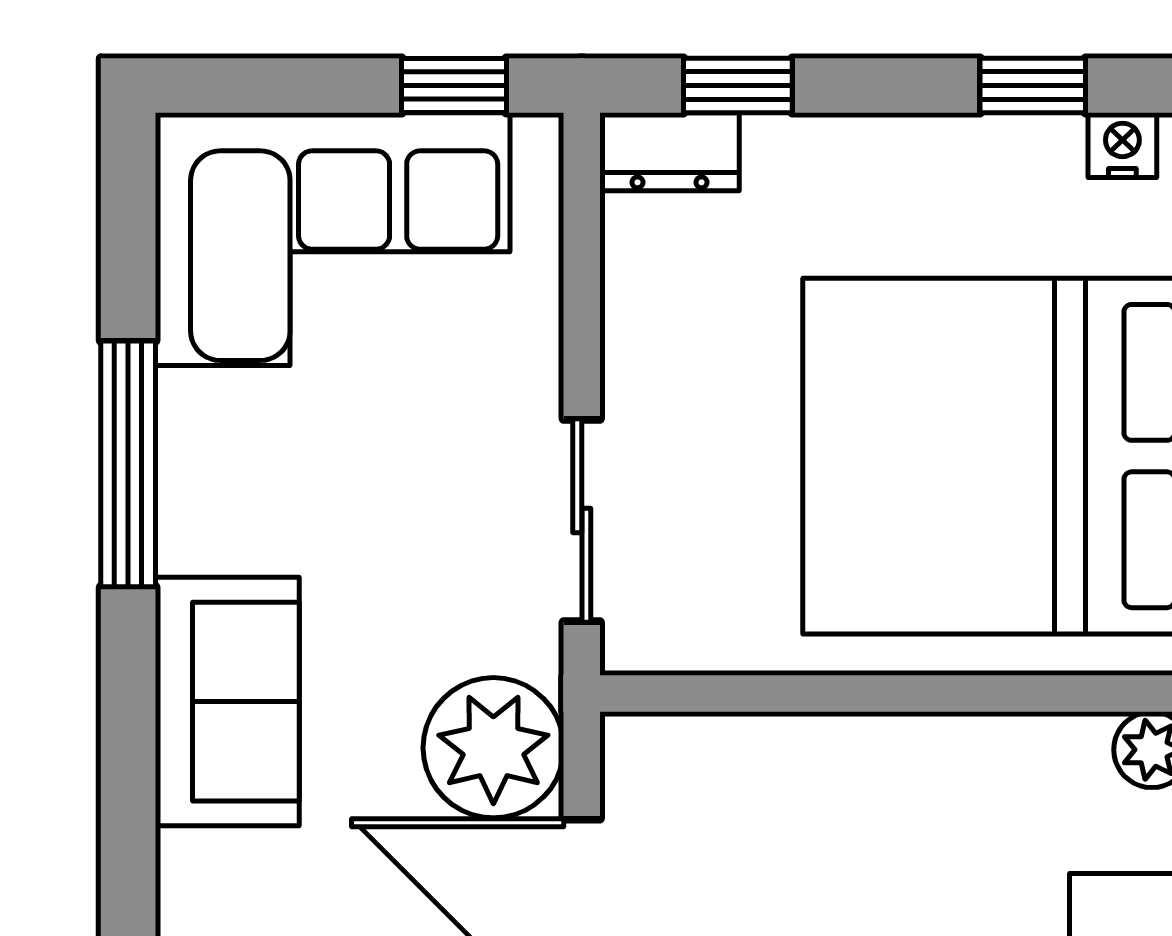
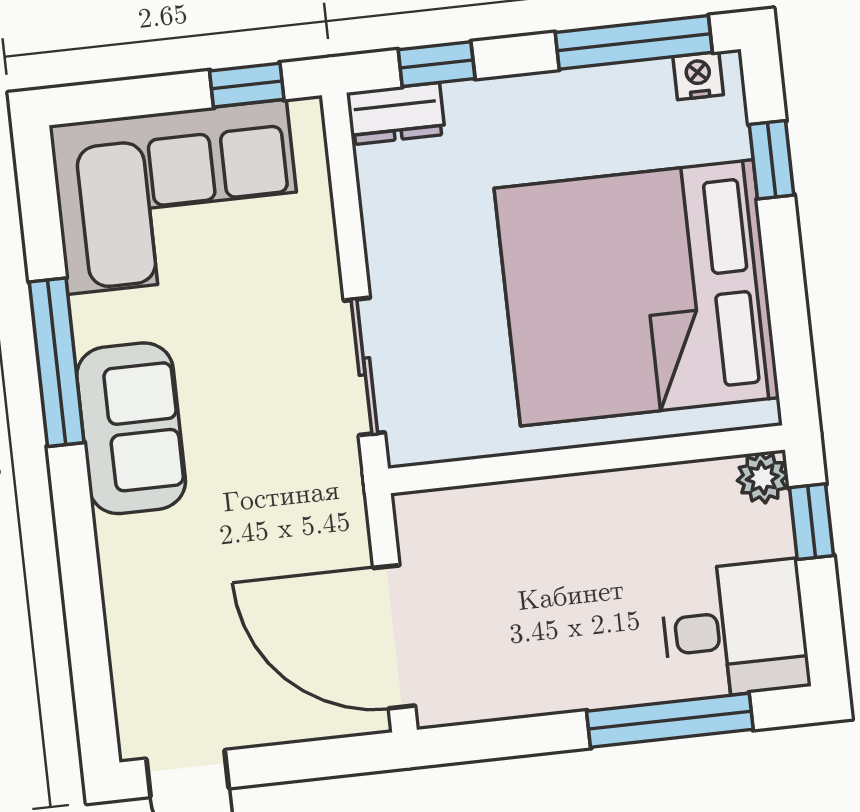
window: (1033, 86) -> (634, 42), width x2.17
sofa: (227, 702) -> (131, 428), moved
plant: (493, 748) -> (322, 525), removed

